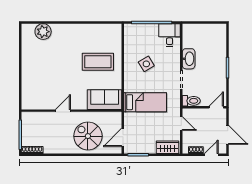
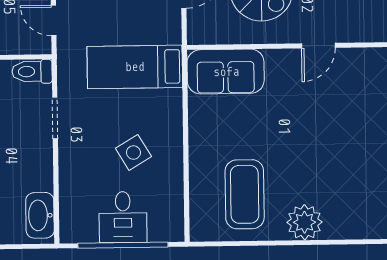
plant: (43, 32) -> (305, 222), moved
desk: (170, 35) -> (123, 217), moved
washbasin: (189, 59) -> (40, 215), moved
coffee table: (98, 62) -> (245, 194), moved, turned 90

